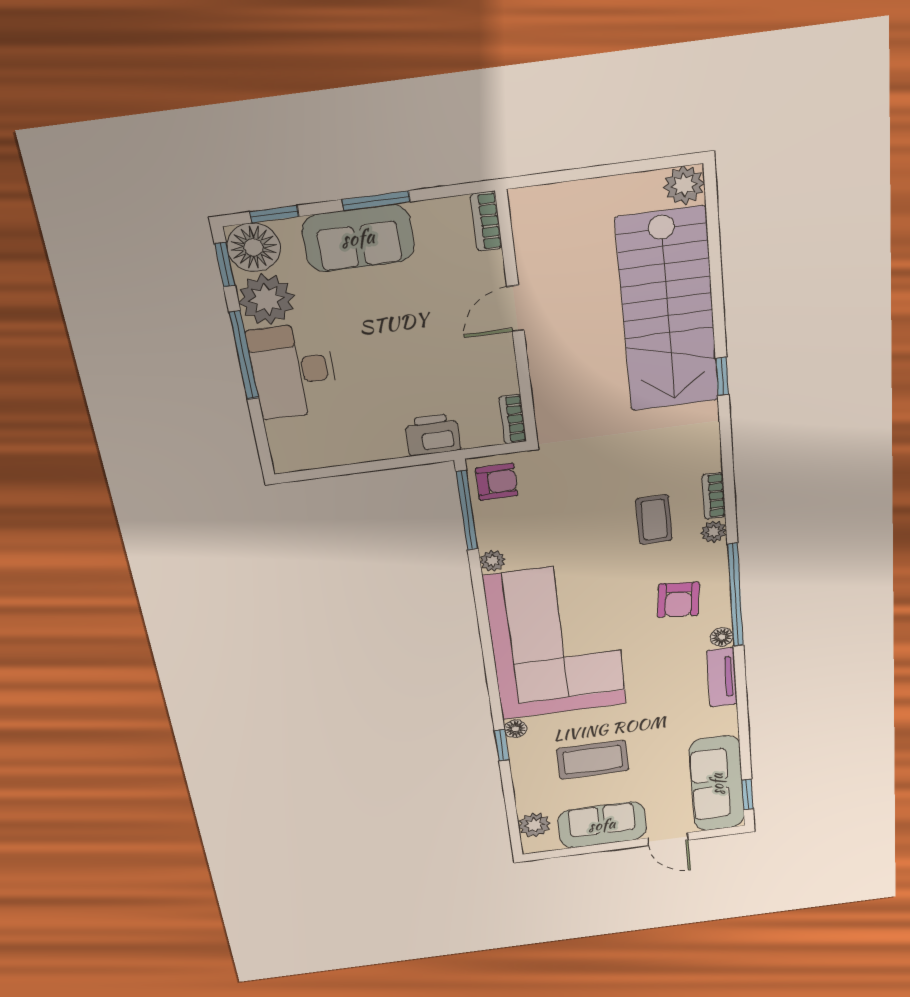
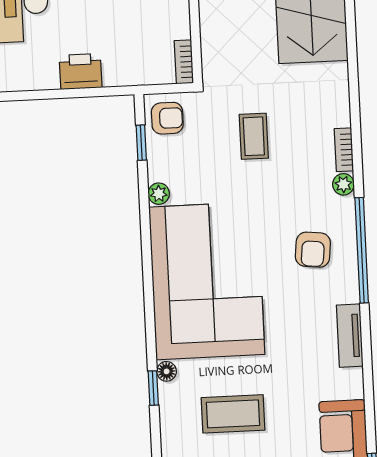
window: (722, 376) -> (351, 40), removed
printer: (433, 435) -> (81, 71), moved
window: (467, 510) -> (141, 143), width x0.46
coffee table: (654, 520) -> (254, 136), moved
floor lamp: (722, 637) -> (350, 292), removed

